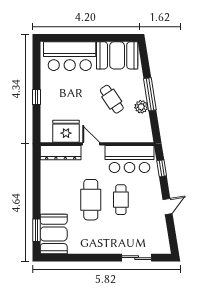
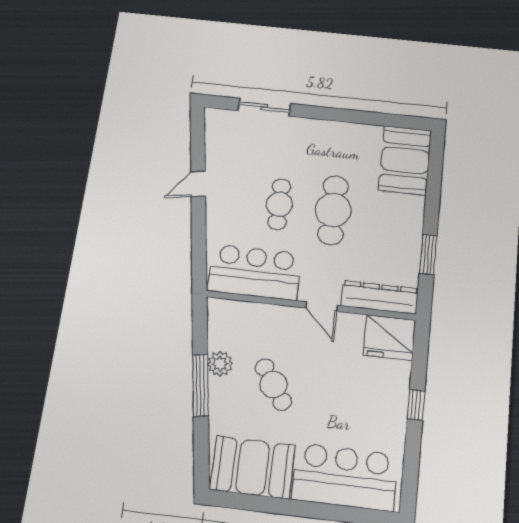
fridge: (66, 131) -> (389, 337), moved
window: (162, 168) -> (199, 250), removed
window: (37, 230) -> (428, 255), moved

